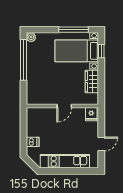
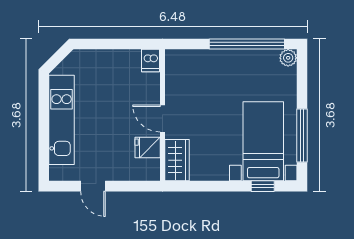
wardrobe: (92, 82) -> (177, 160), moved, turned 90
fridge: (91, 114) -> (148, 148), moved
dishwasher: (33, 142) -> (151, 61), moved

